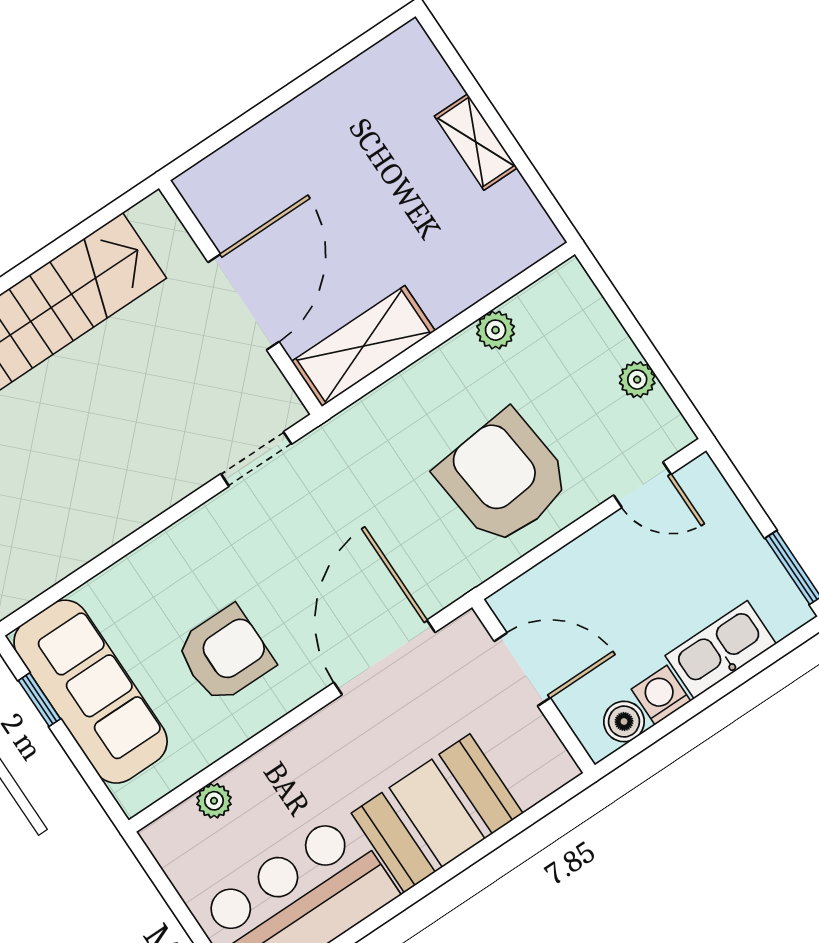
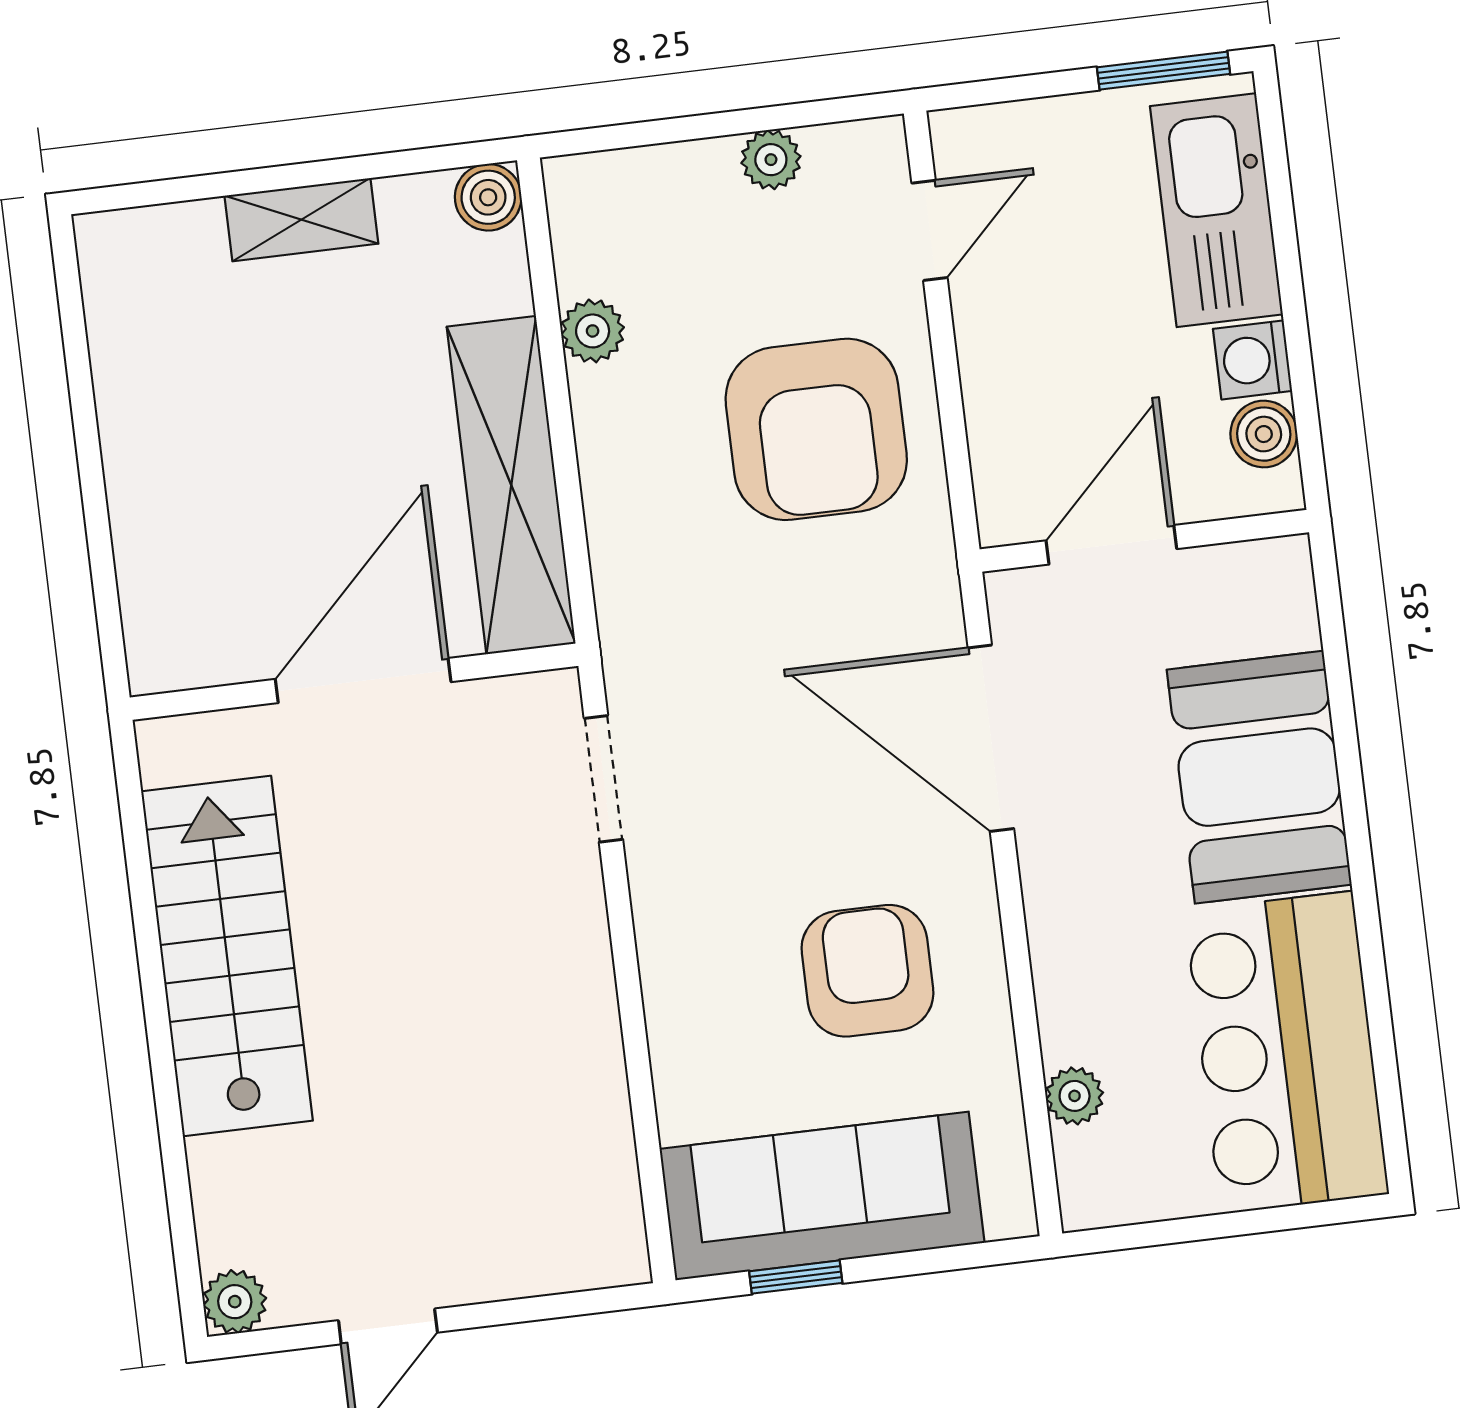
boiler: (539, 237) -> (488, 197), added
door: (243, 302) -> (363, 681), hinge flipped
shelving: (363, 346) -> (511, 485), width x1.47
armchair: (504, 478) -> (816, 429), turned -84
kitchen sink: (721, 650) -> (1216, 210), width x1.36, depth x1.24

